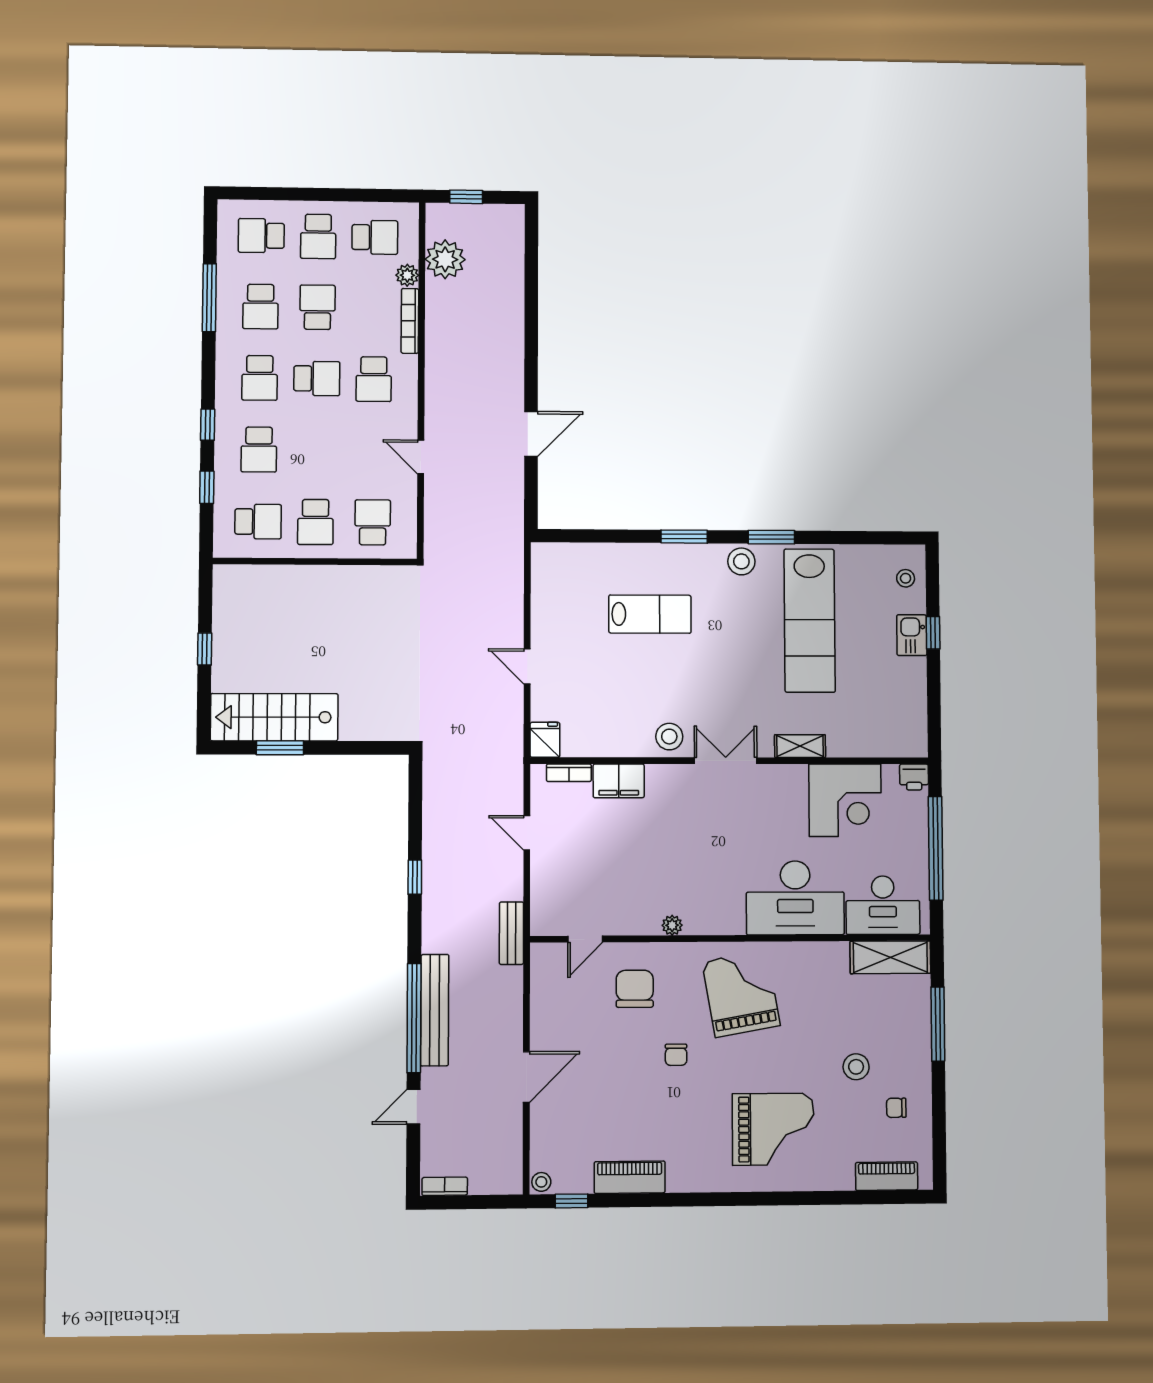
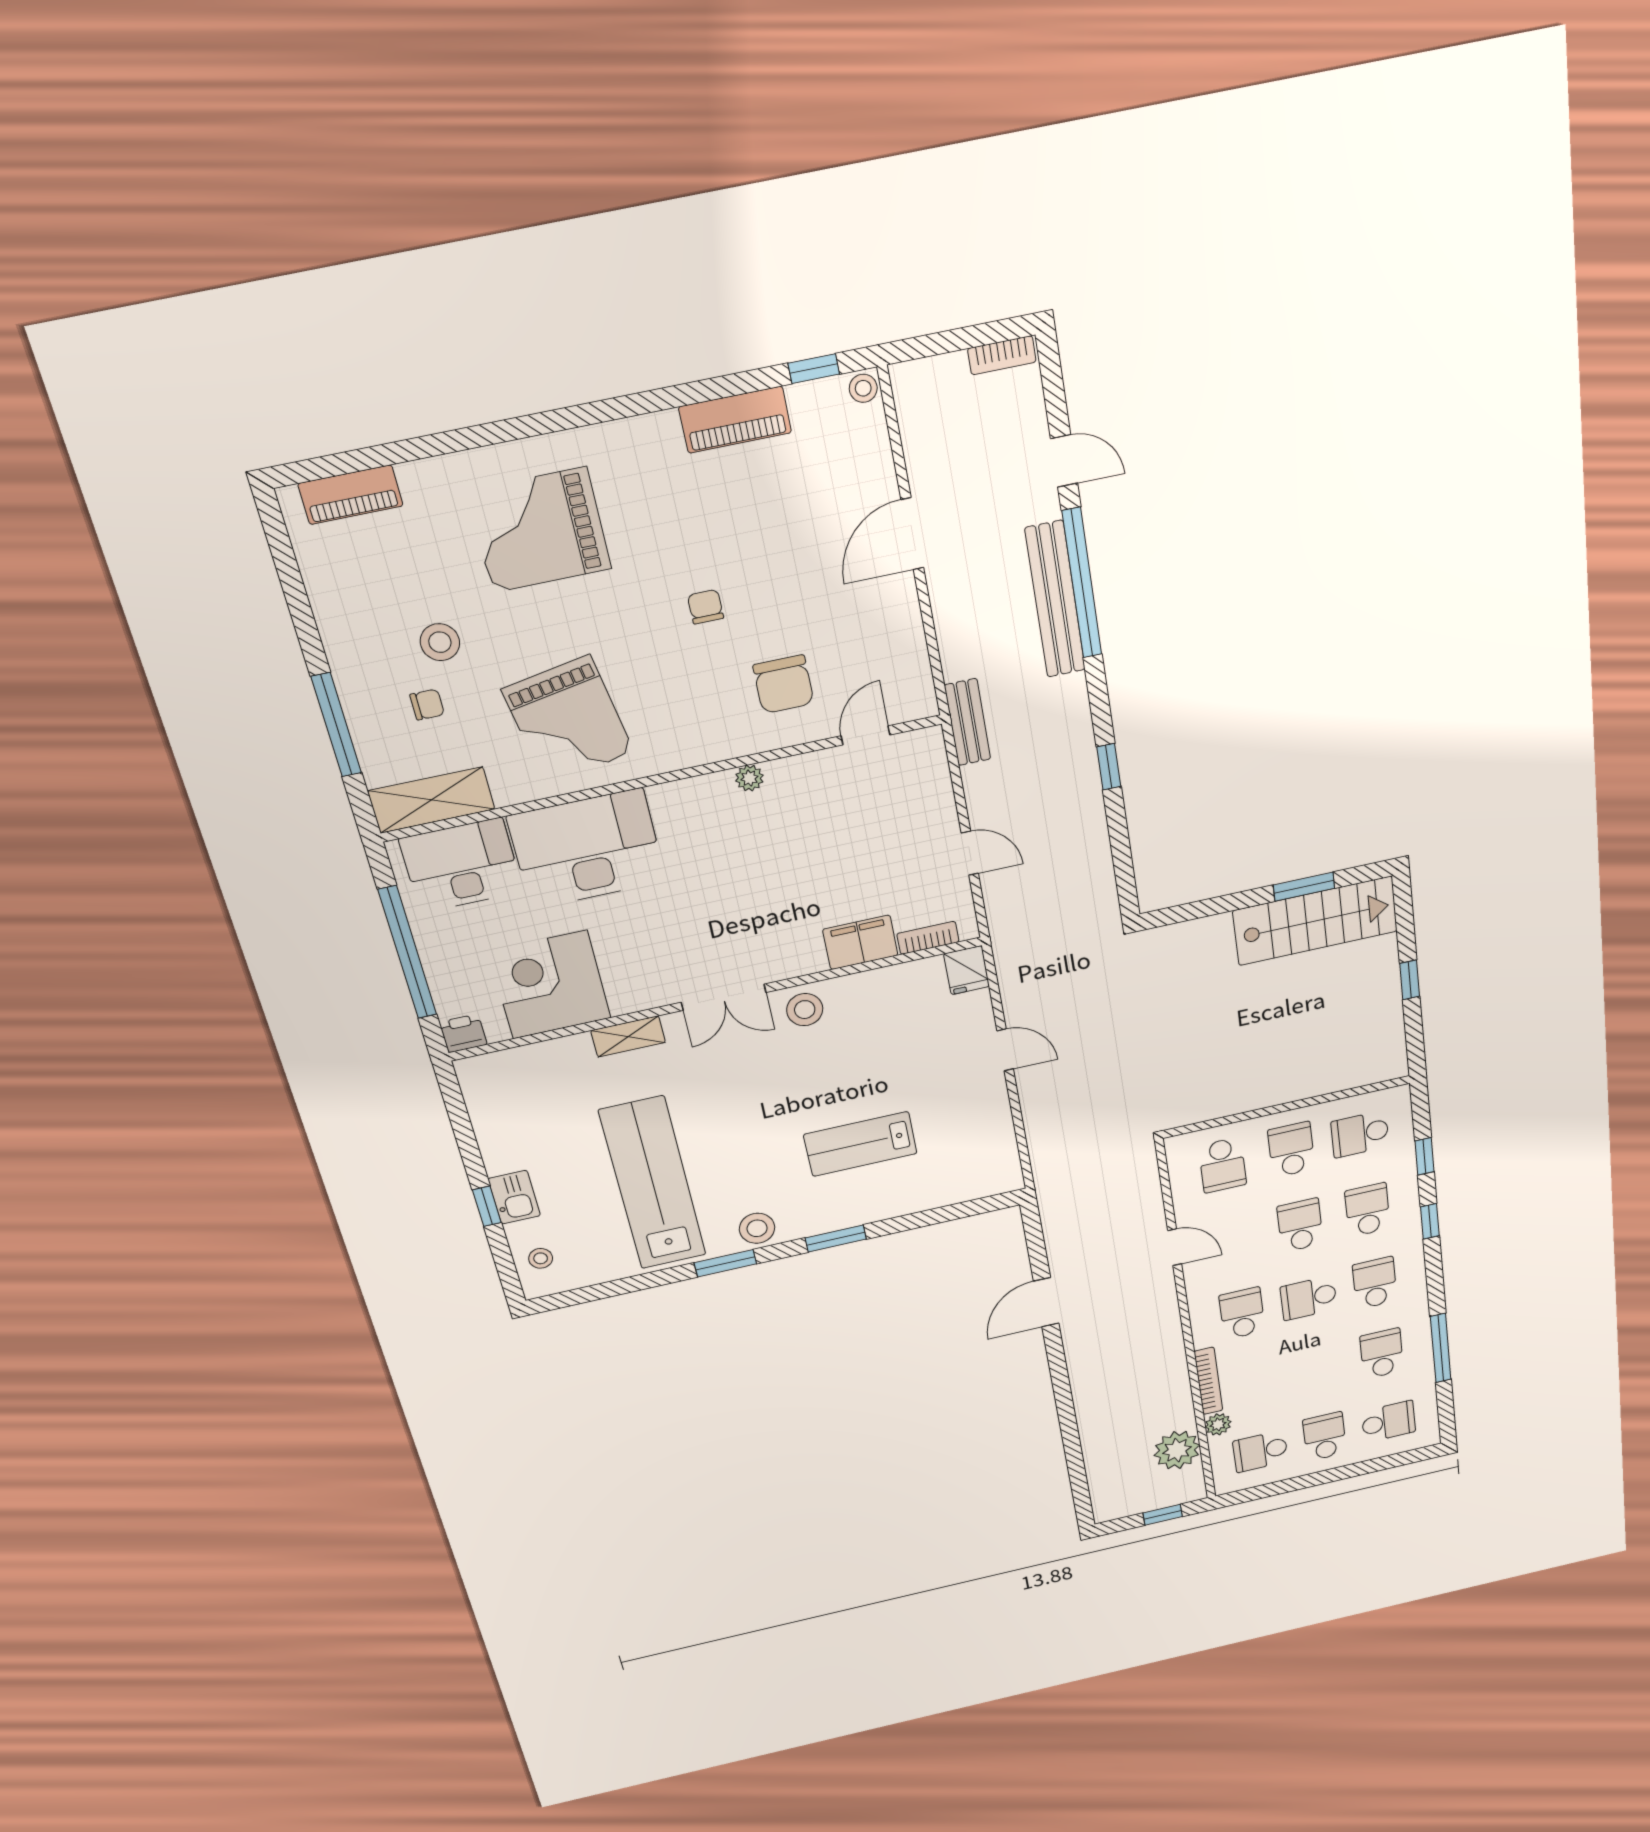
school desk: (317, 307) -> (1300, 1225), moved, turned 180
grand piano: (741, 994) -> (568, 721), moved
door: (413, 1107) -> (1064, 461), hinge flipped
chair: (896, 1108) -> (427, 705), moved

